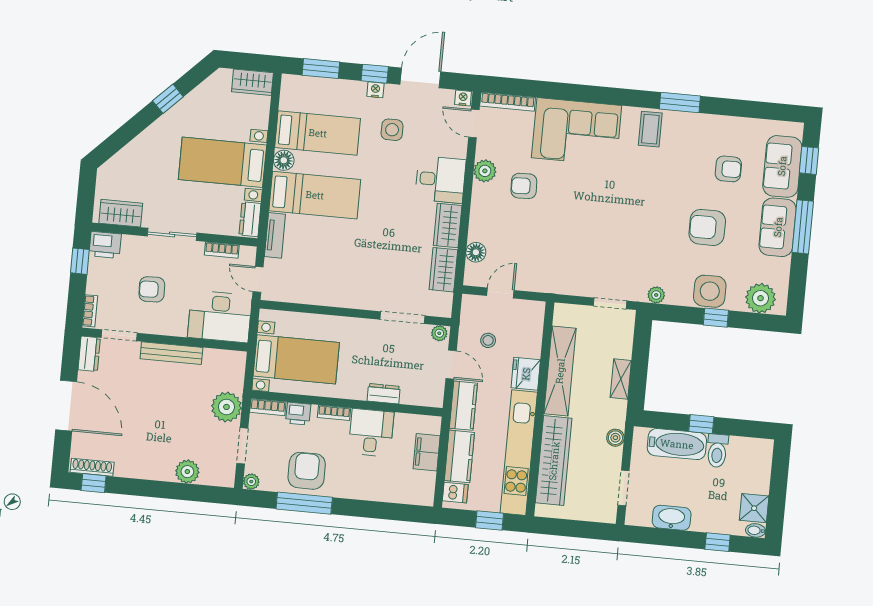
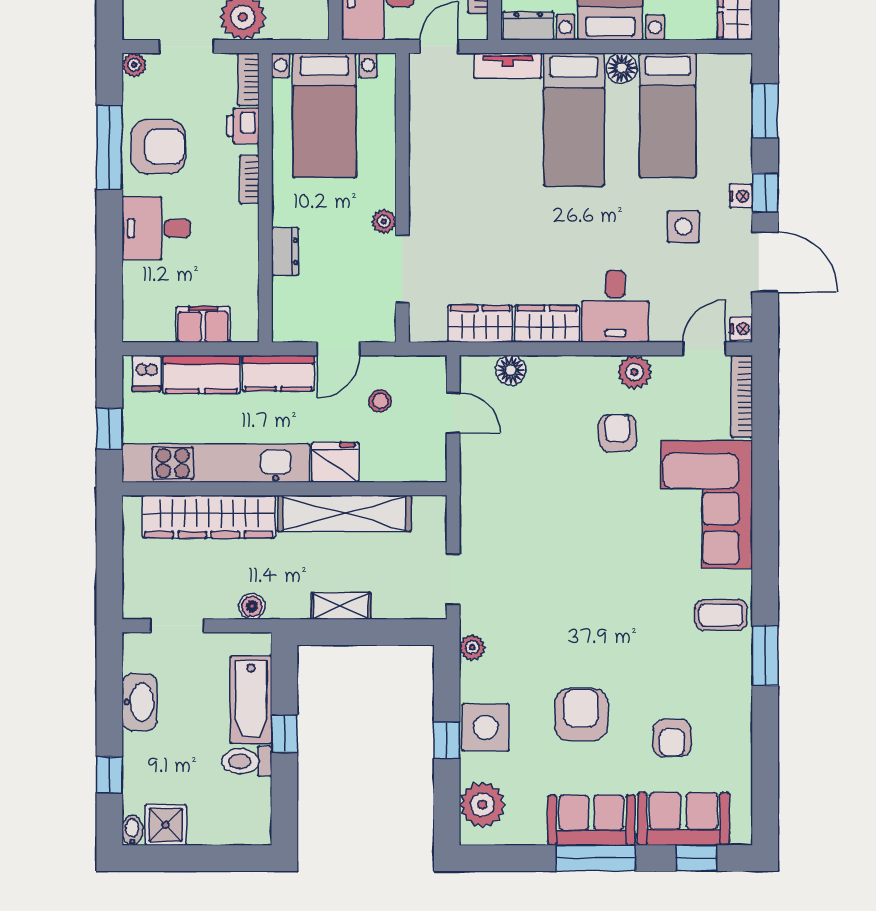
plant: (439, 333) -> (384, 221), moved
desk: (371, 433) -> (156, 228), moved, turned 180

